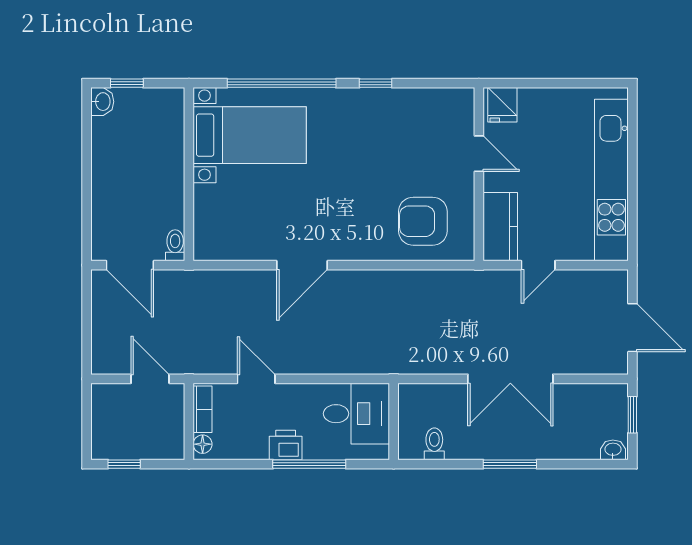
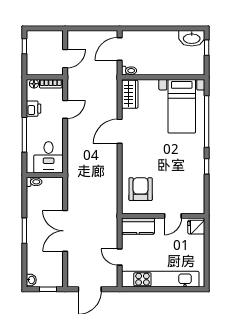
washbasin: (102, 102) -> (192, 38), width x1.91, depth x1.45
wardrobe: (225, 244) -> (130, 94), added
door: (302, 265) -> (120, 131), hinge flipped
door: (538, 265) -> (120, 257), moved
toilet: (434, 444) -> (34, 182), moved
printer: (286, 445) -> (34, 109), moved

